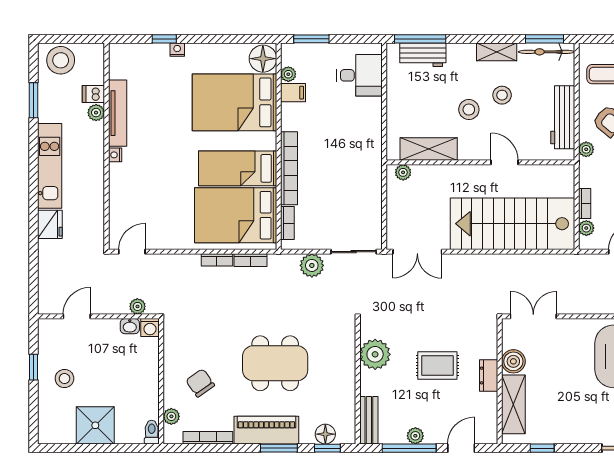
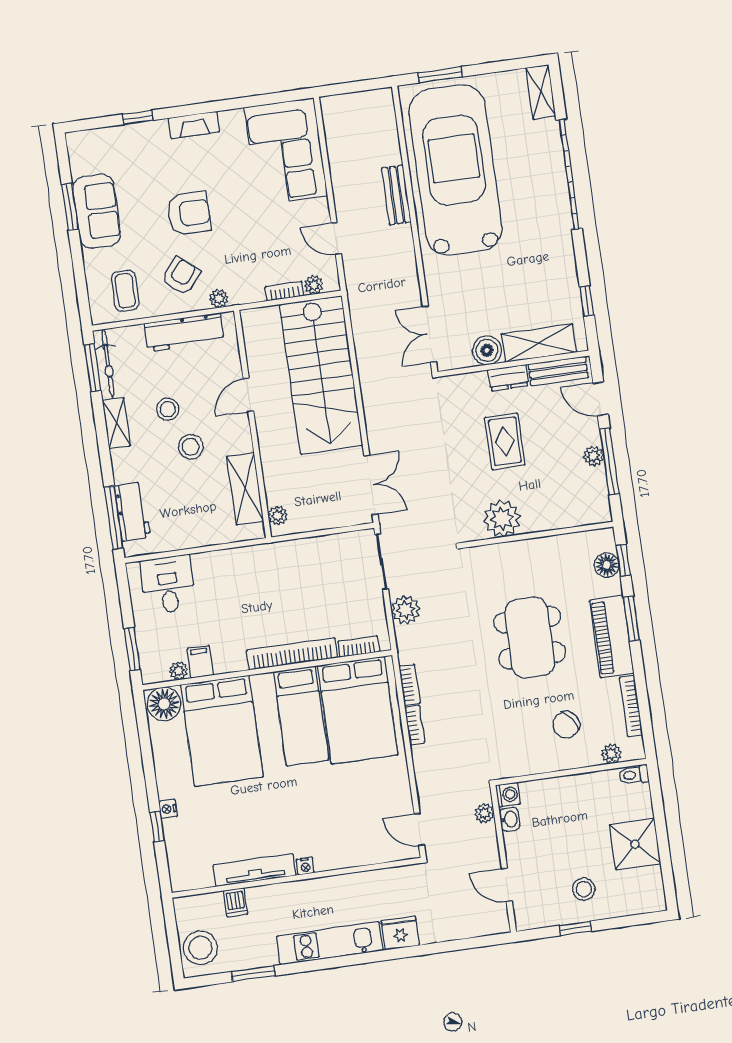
plant: (96, 113) -> (258, 896), removed
bench: (369, 420) -> (558, 371), moved

